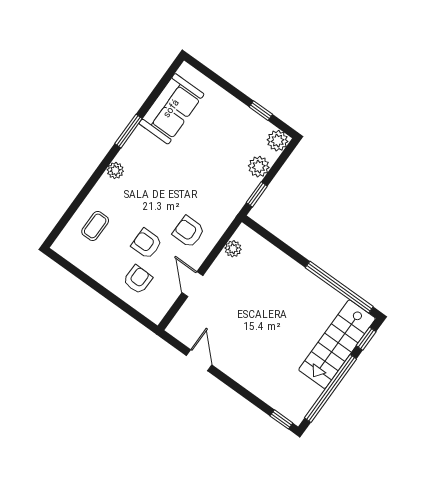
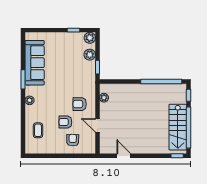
sofa: (172, 109) -> (35, 63), width x1.36
stairs: (337, 344) -> (178, 127), moved

